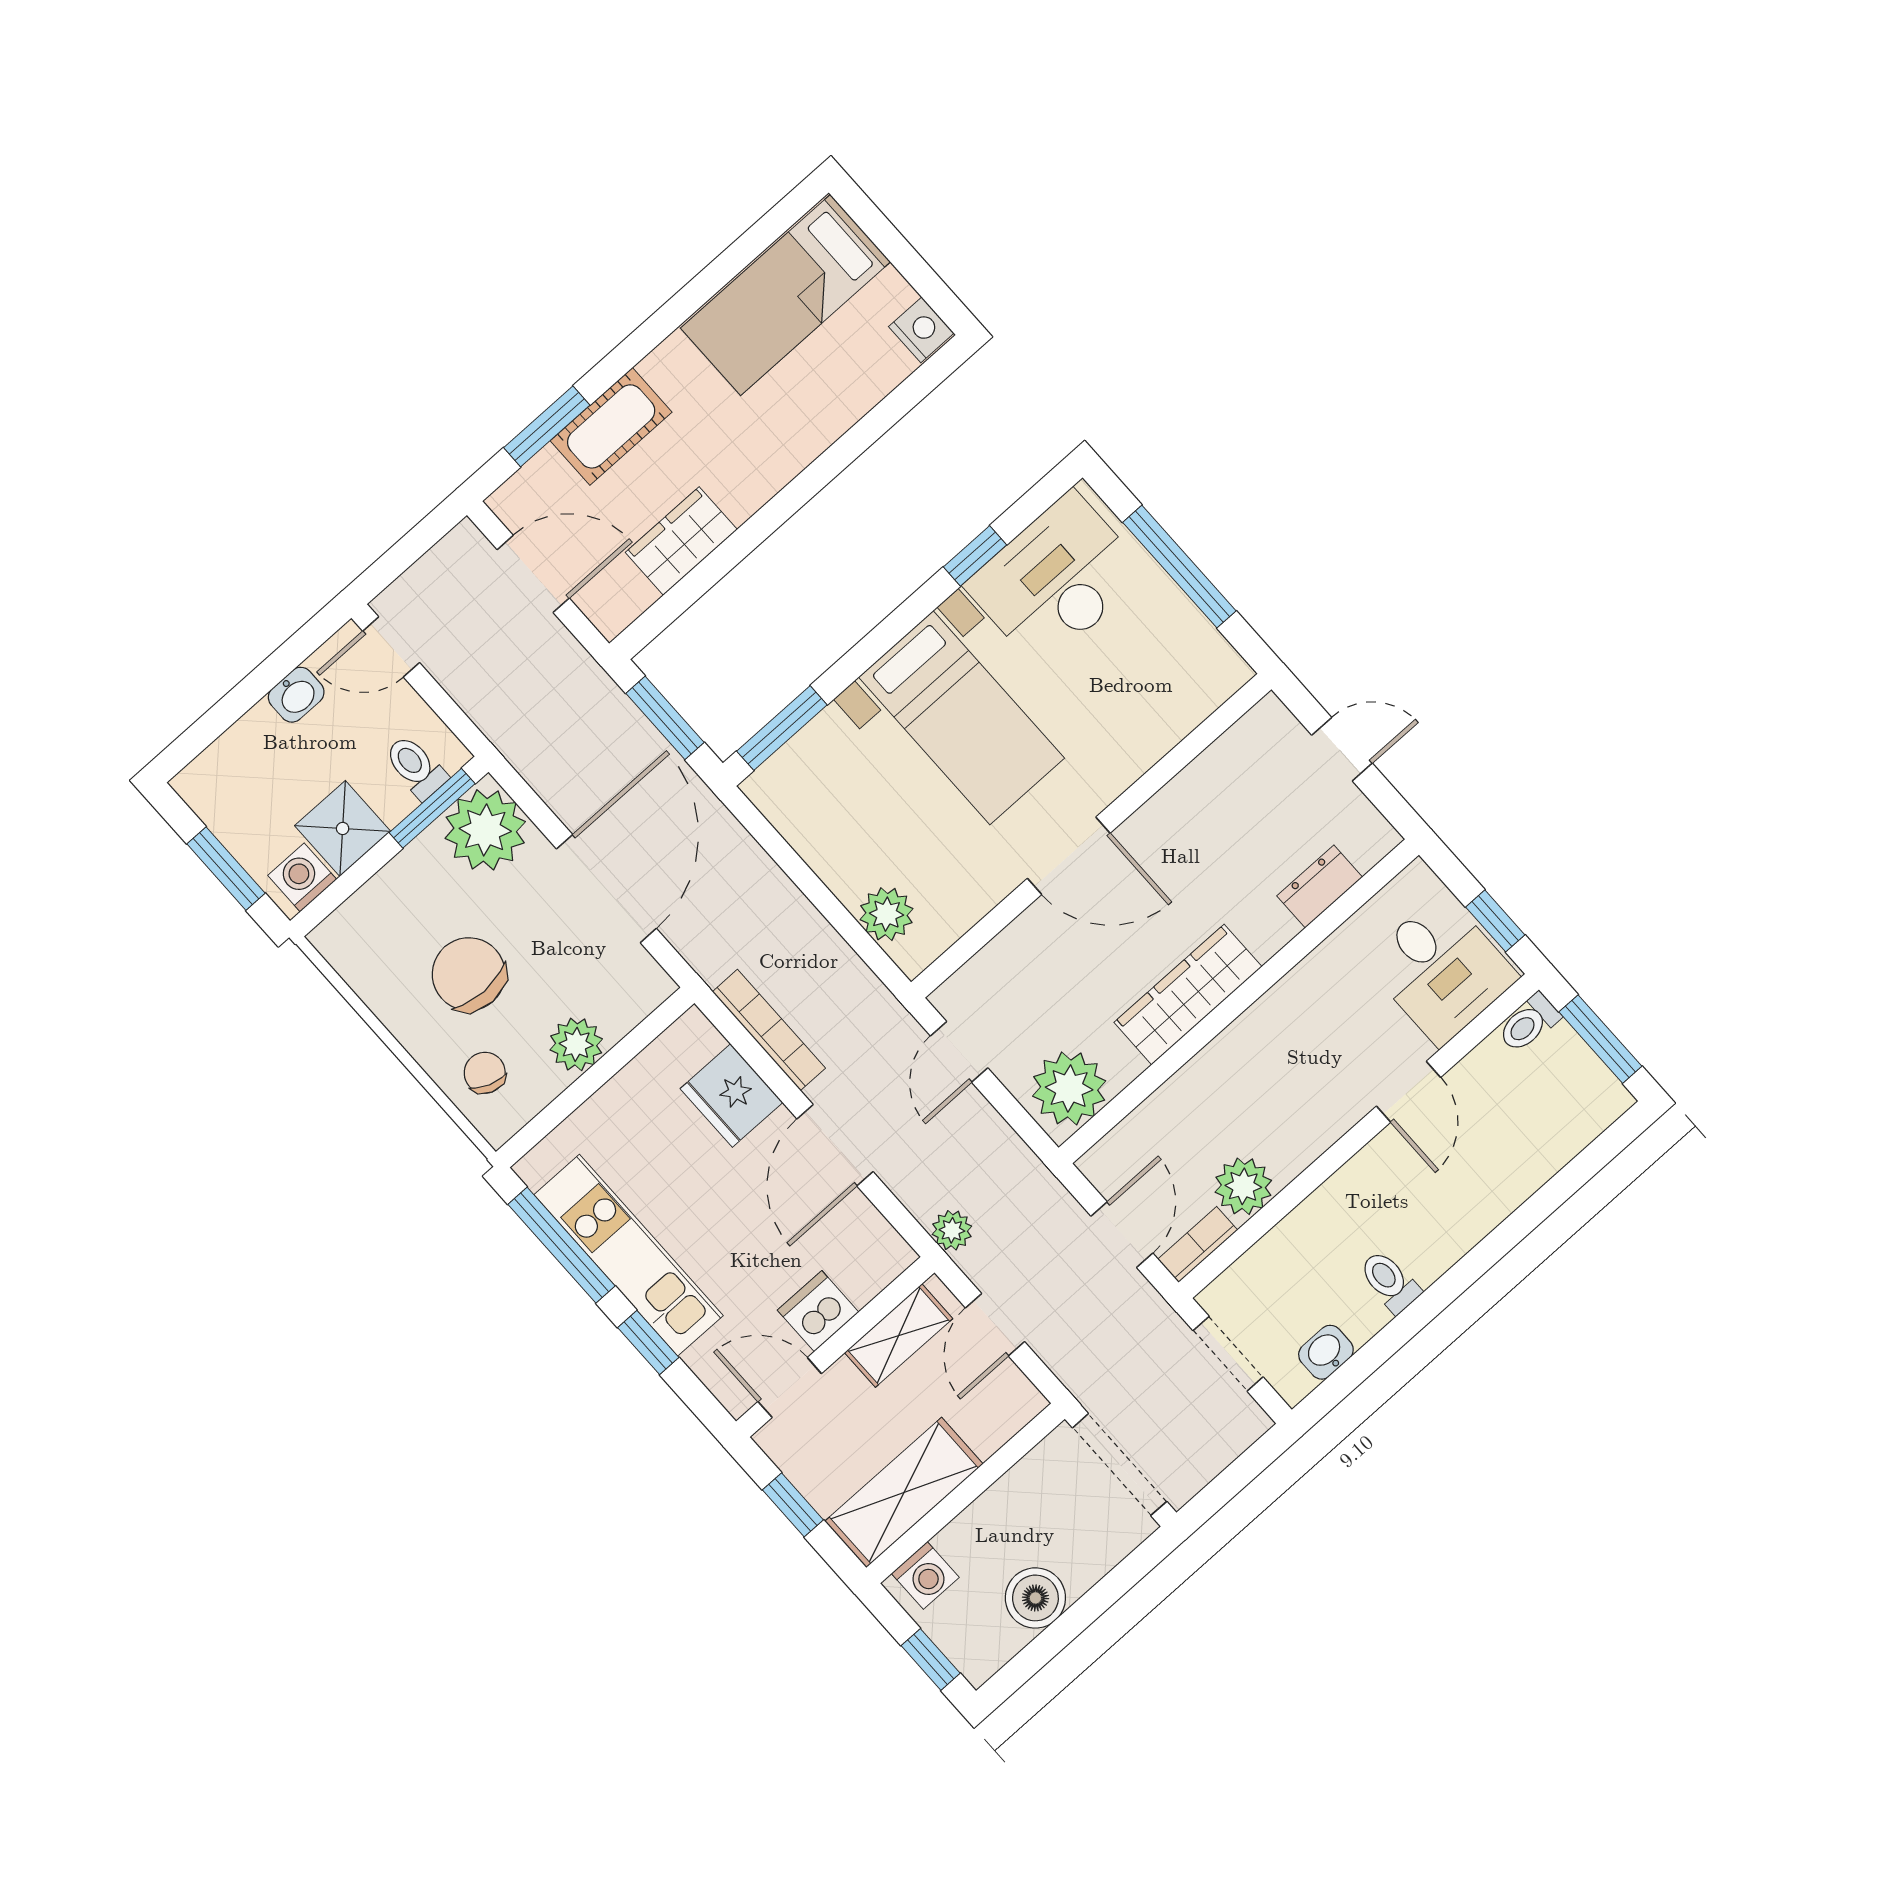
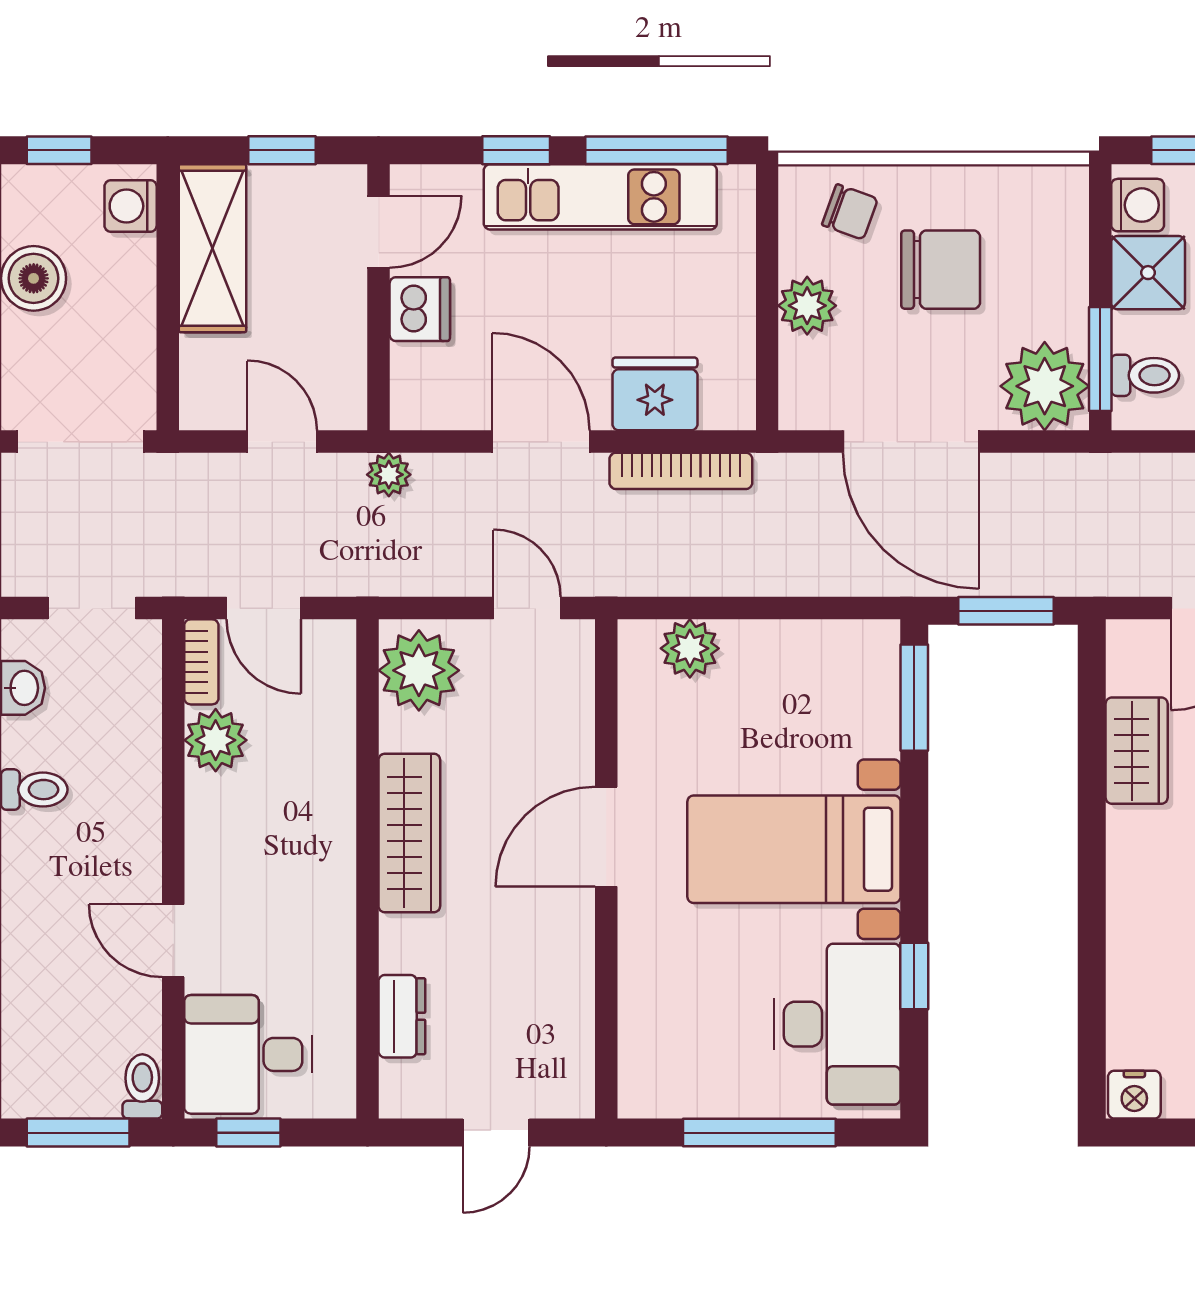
shelving: (899, 1336) -> (342, 356), removed

